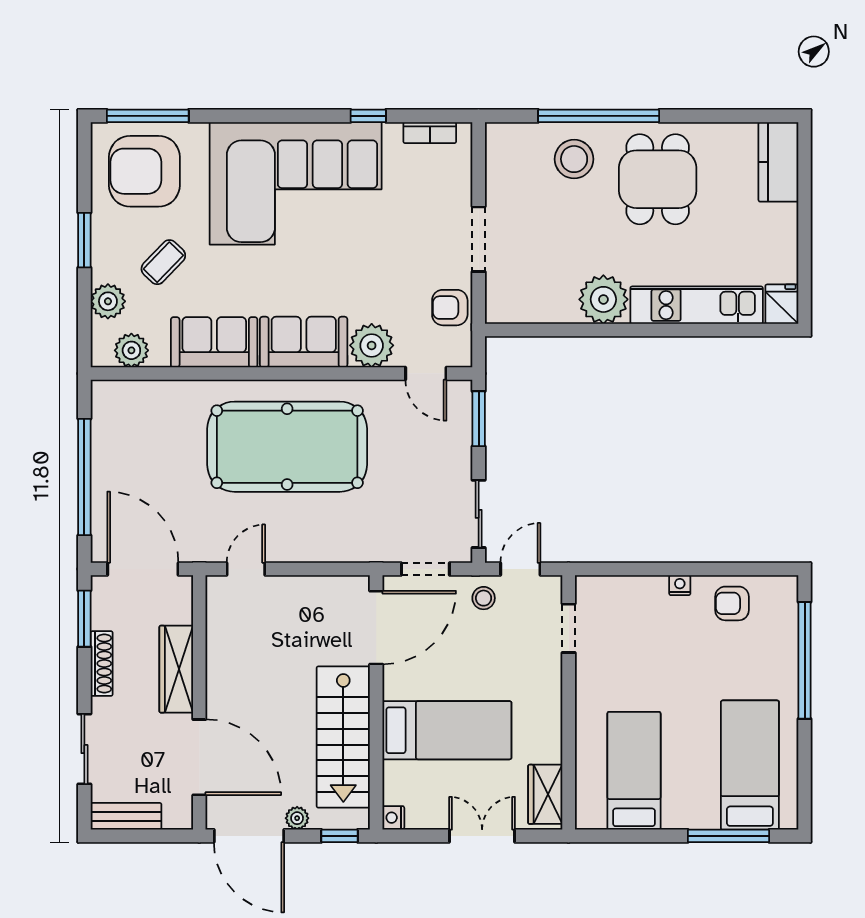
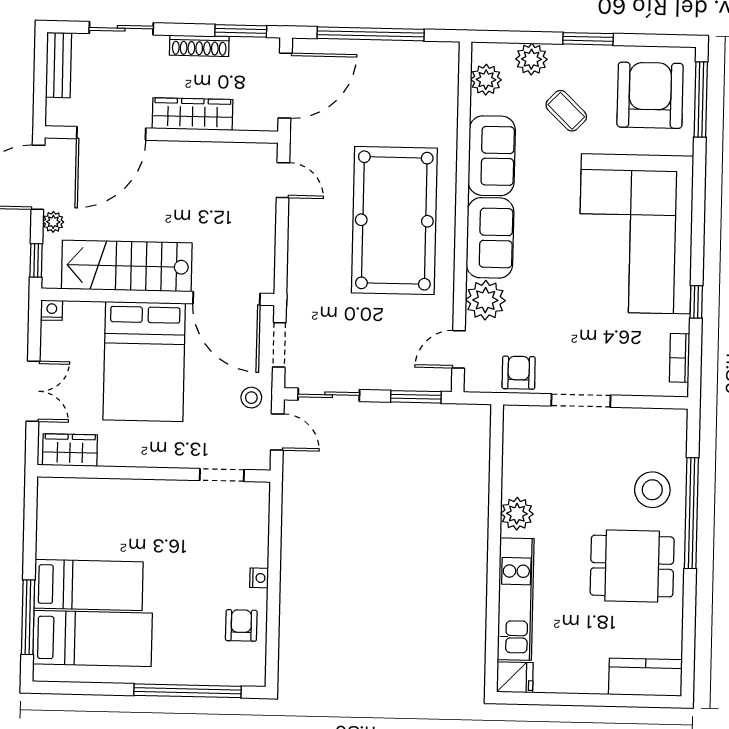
plant: (603, 299) -> (517, 514), width x0.73, depth x0.73
bed: (447, 730) -> (144, 362), width x1.50
bed: (634, 771) -> (89, 585), moved

